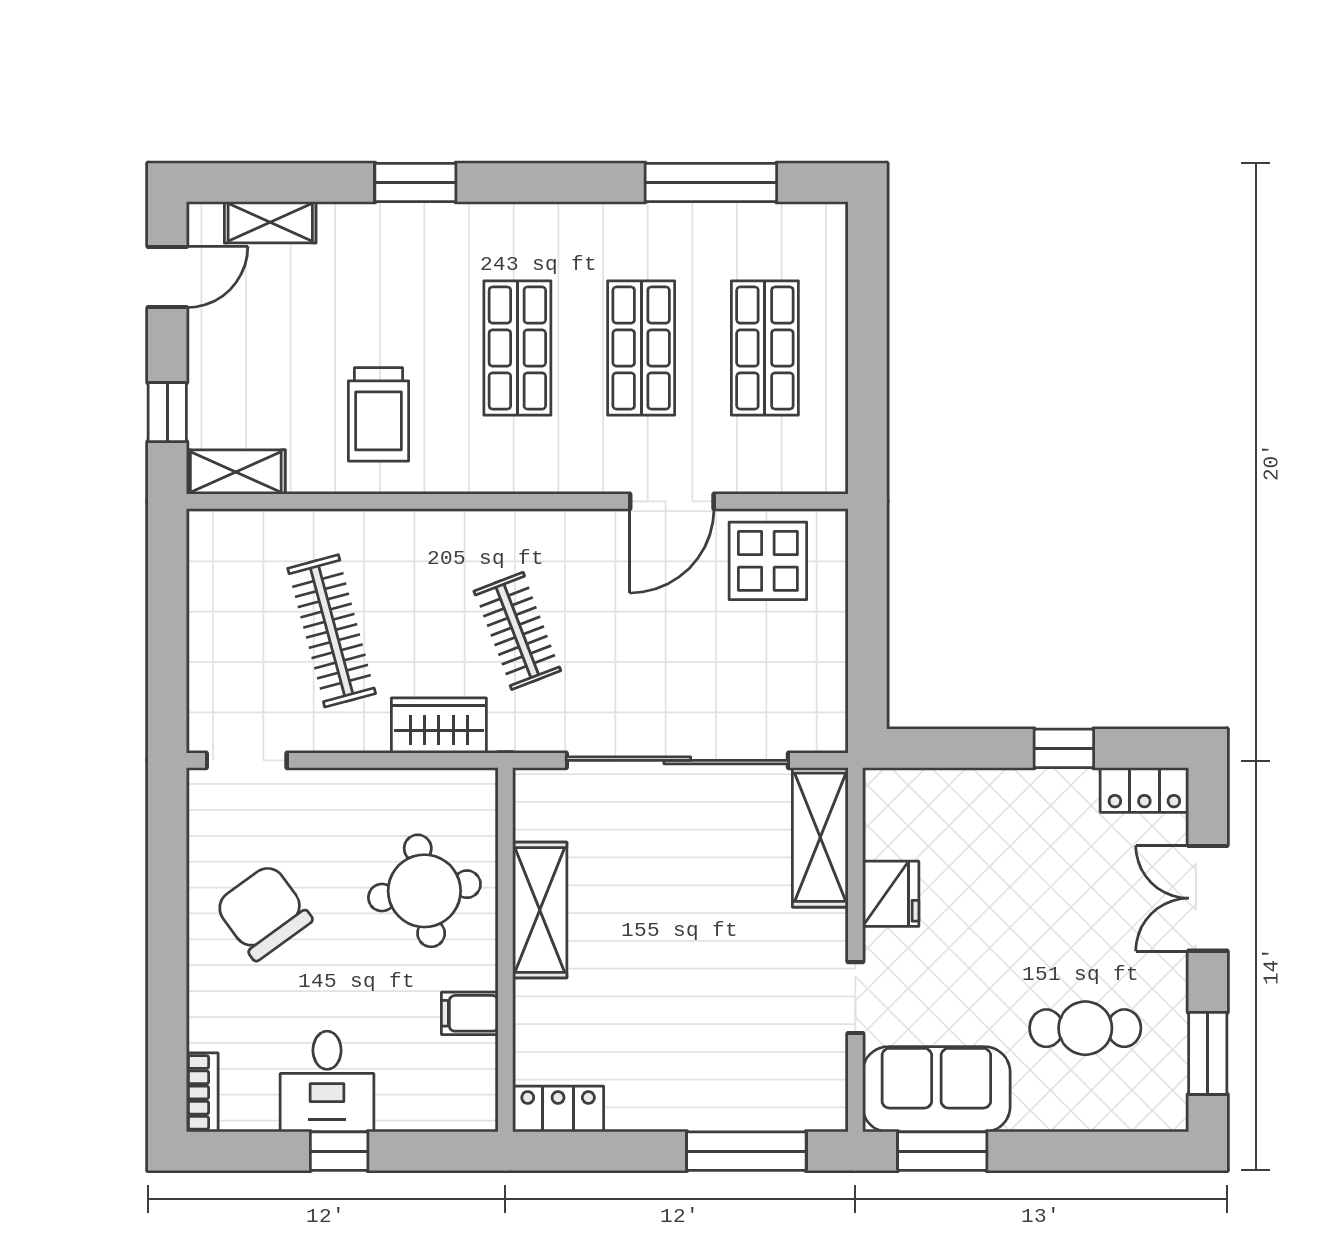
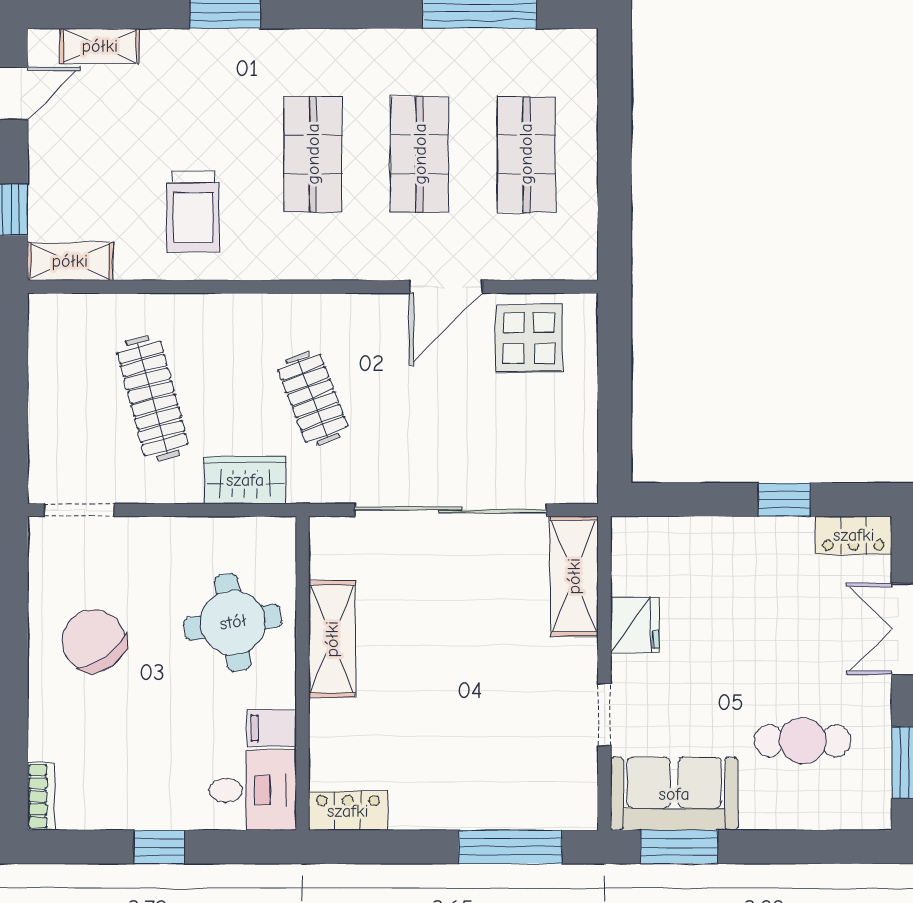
desk: (327, 1082) -> (253, 790), moved, turned -90

